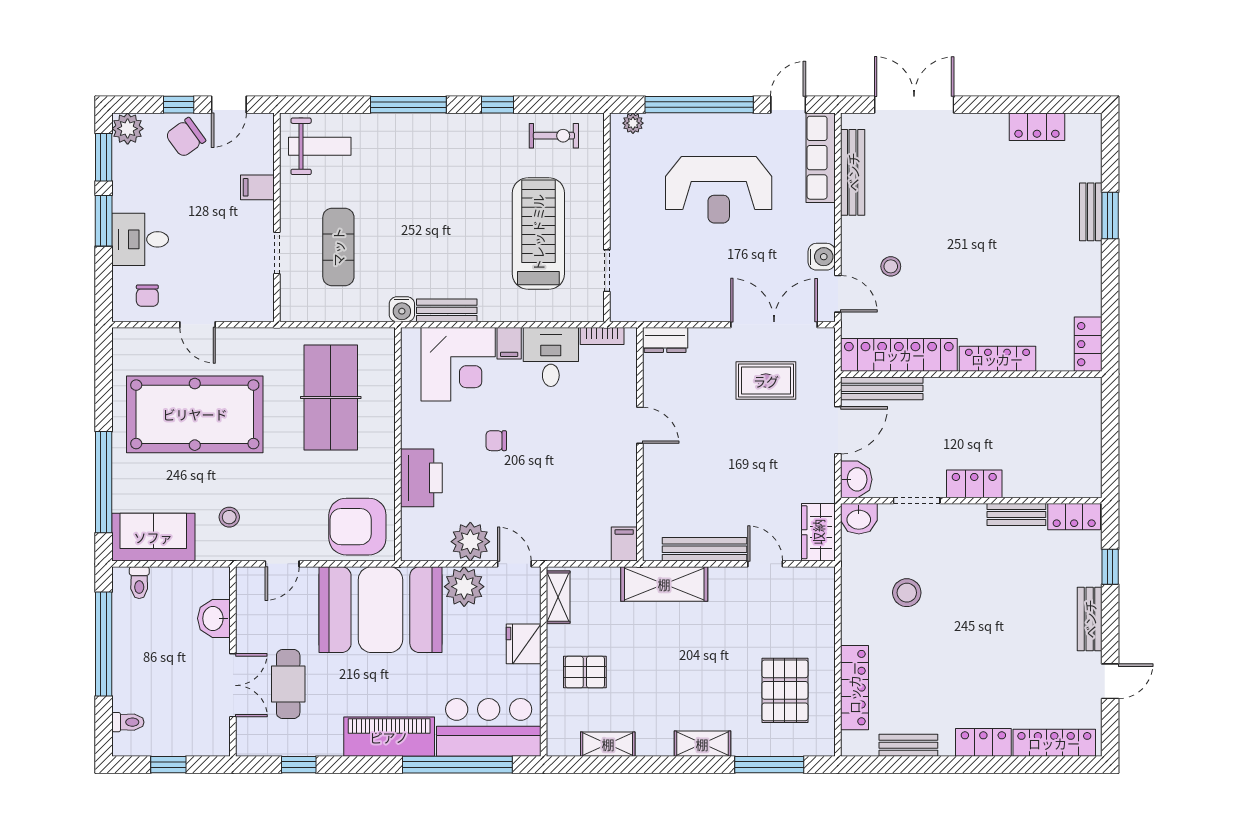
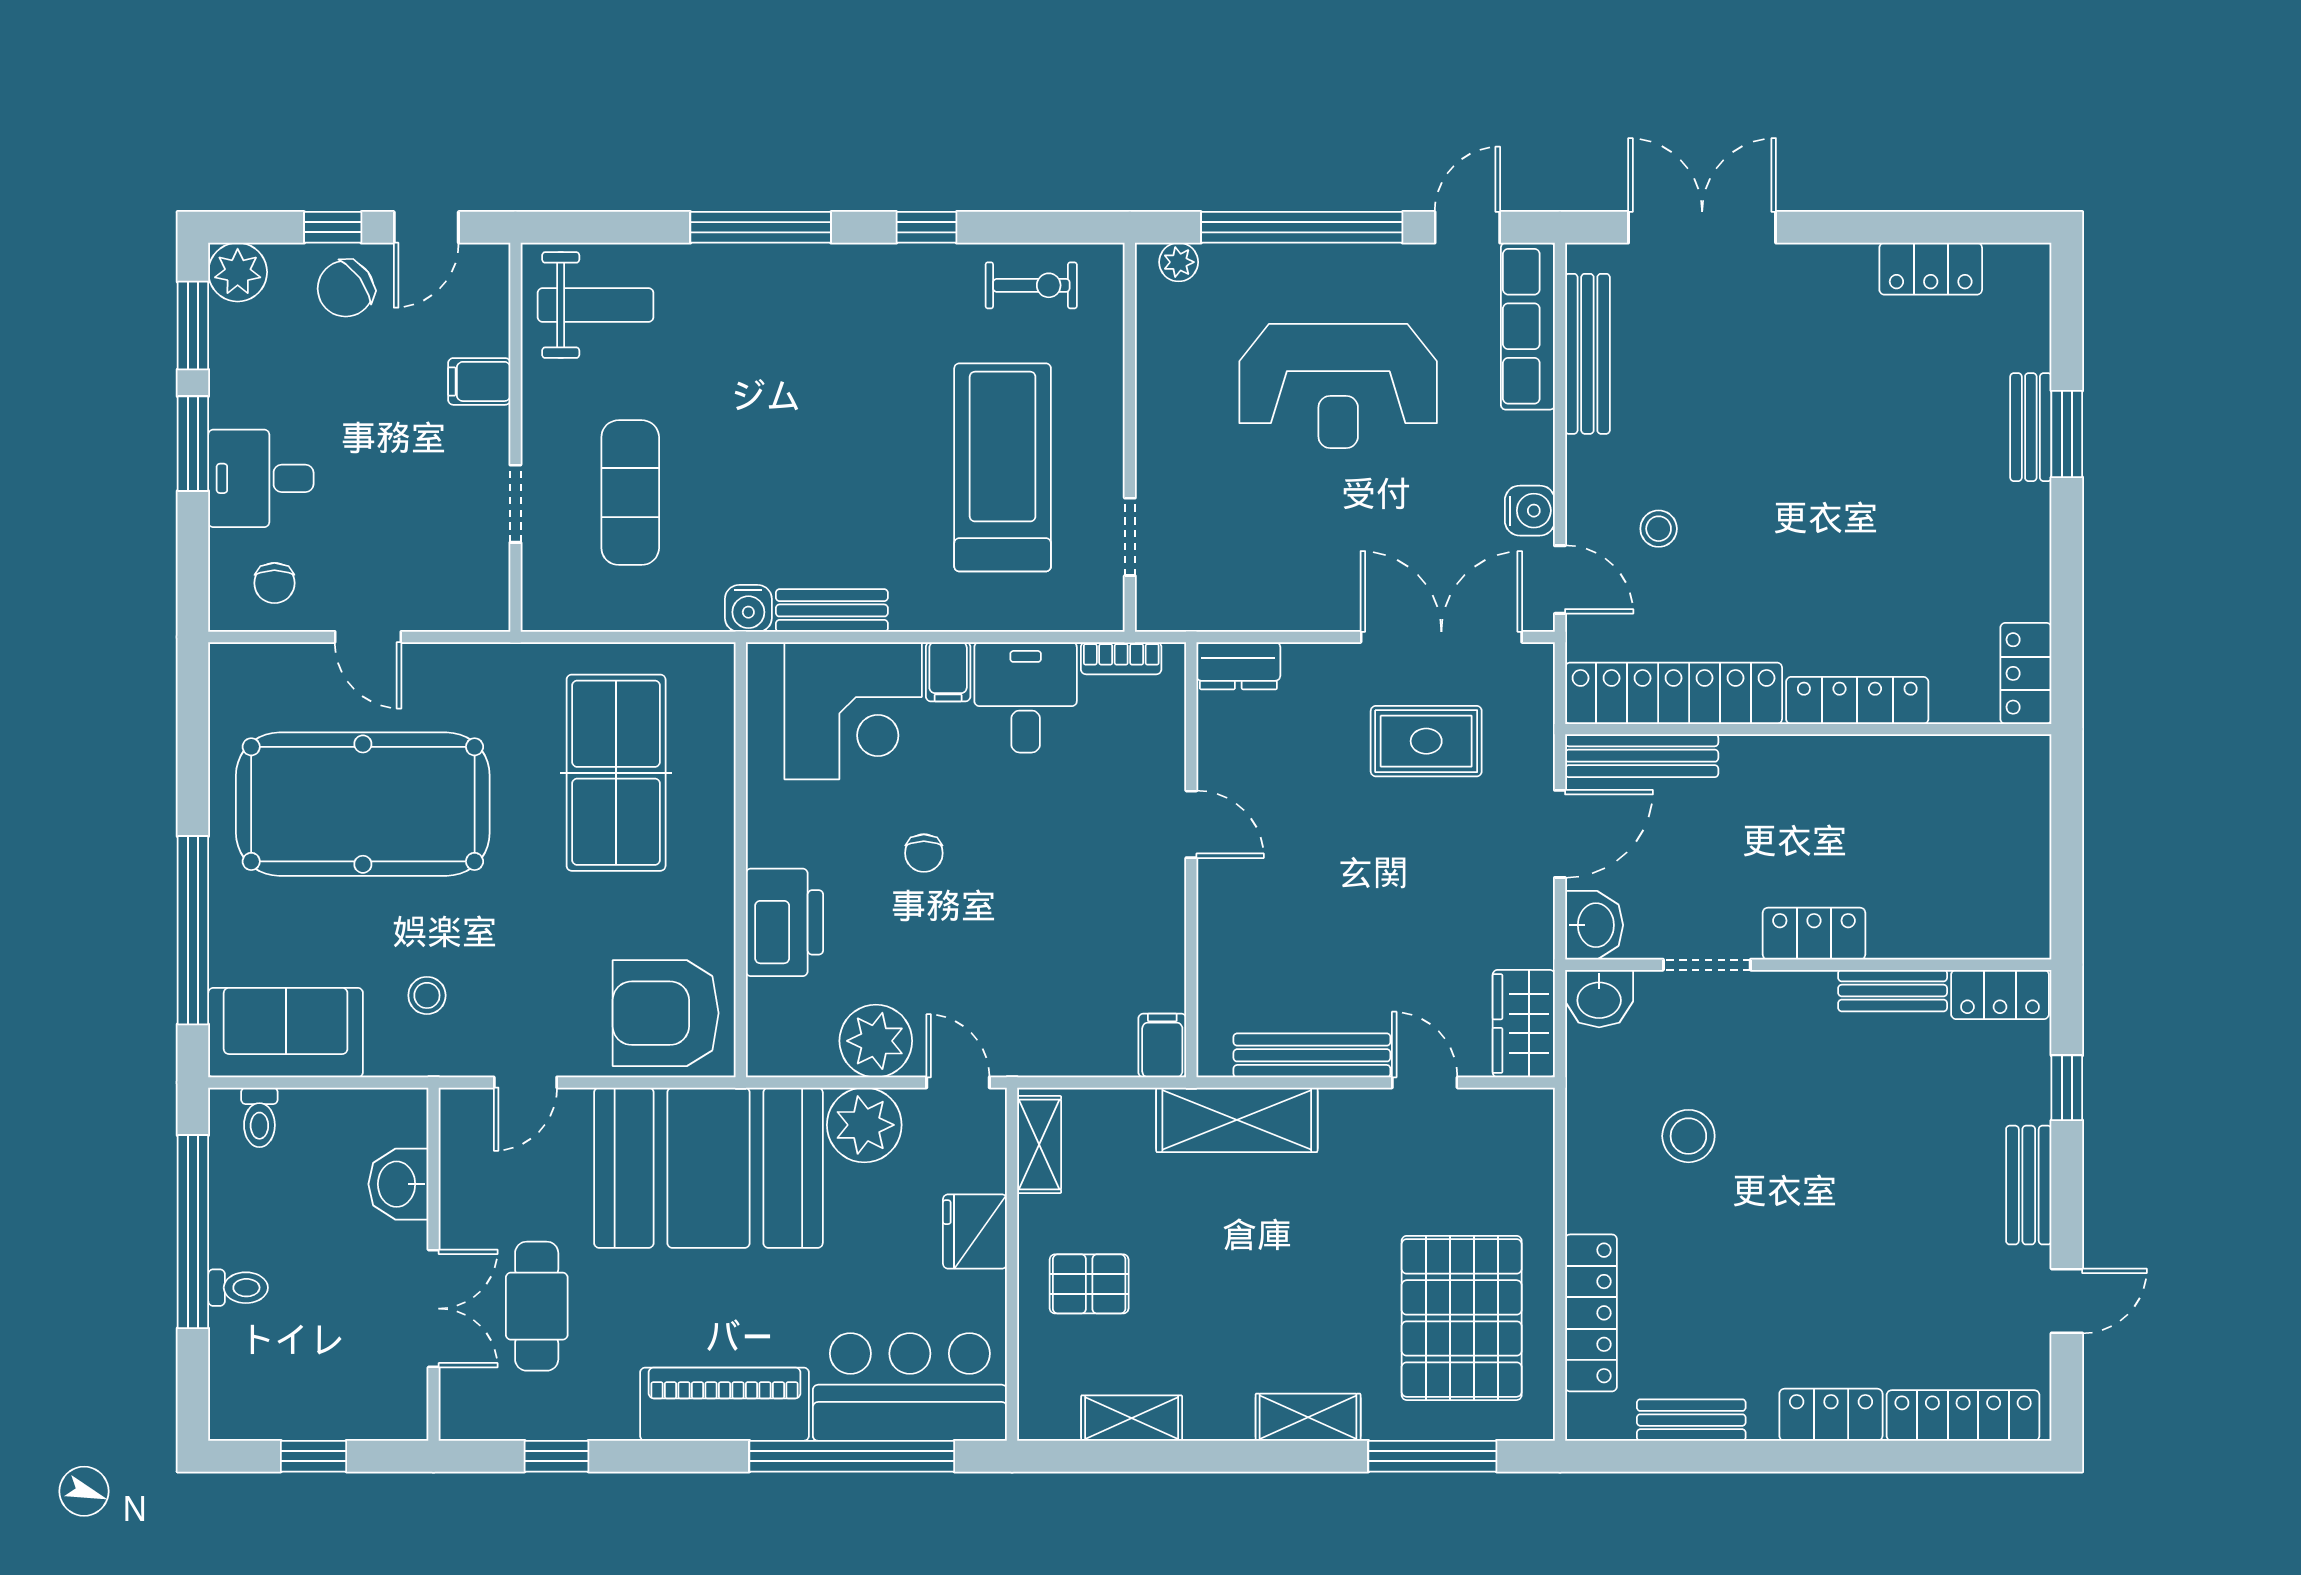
chair: (496, 441) -> (924, 853), turned -90
pallet: (785, 690) -> (1462, 1318), width x1.37, depth x1.41
toilet: (128, 722) -> (238, 1288), moved

